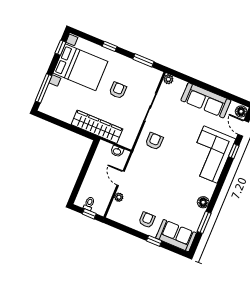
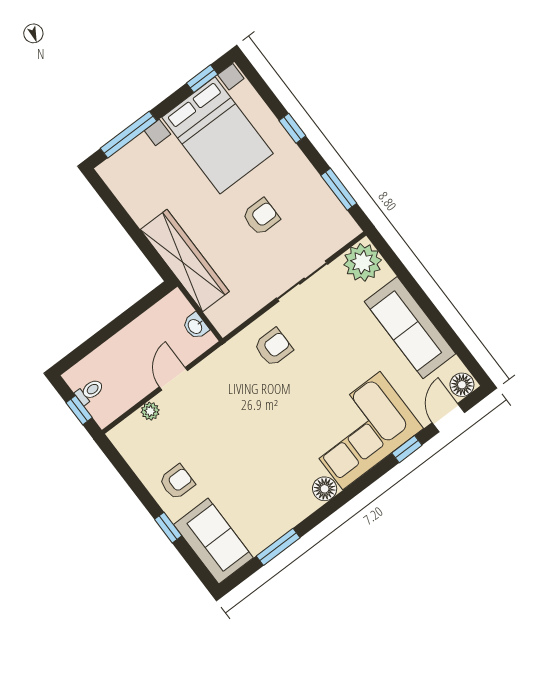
plant: (168, 79) -> (363, 262), width x1.87, depth x1.87
floor lamp: (203, 202) -> (325, 489), moved

